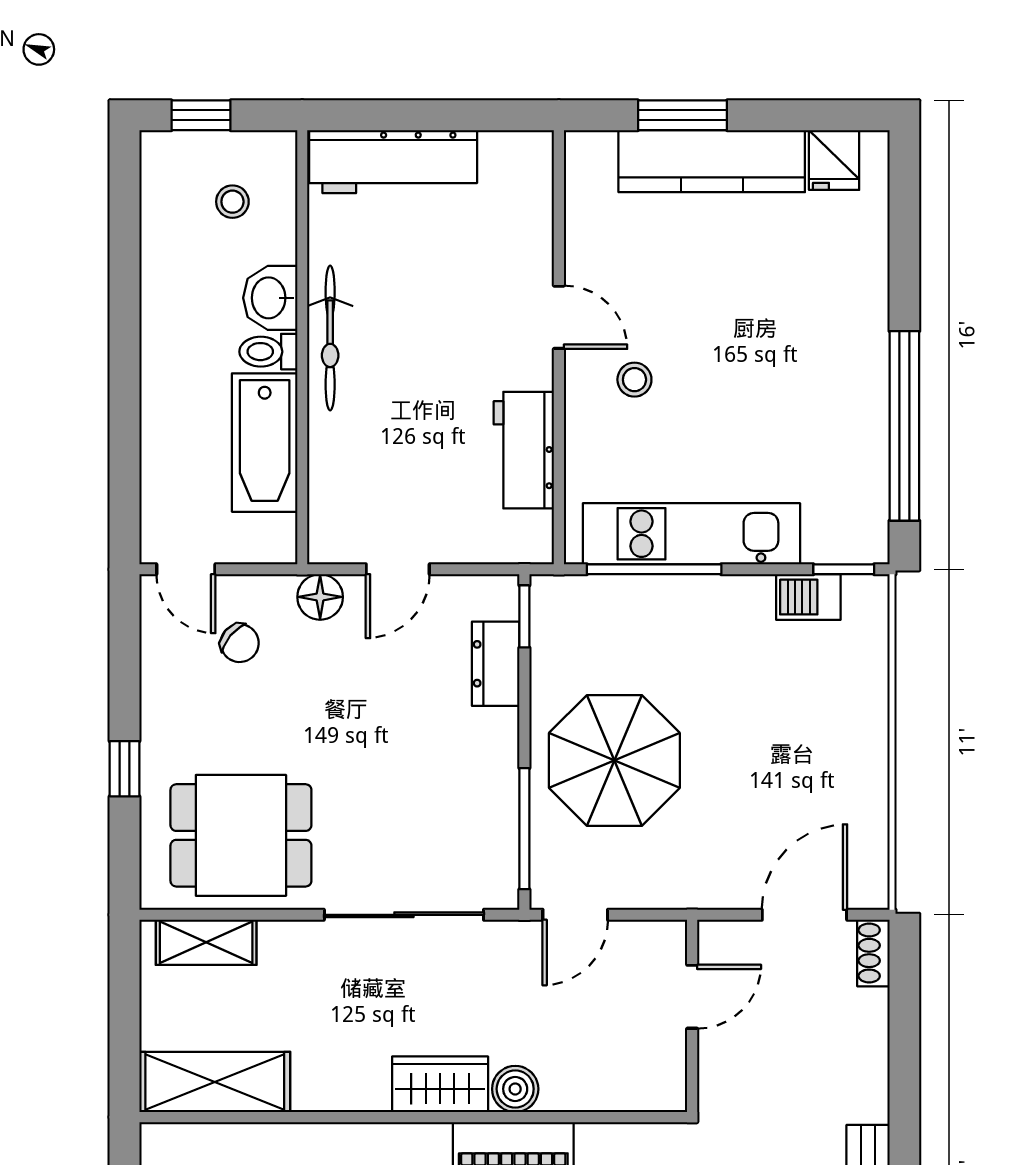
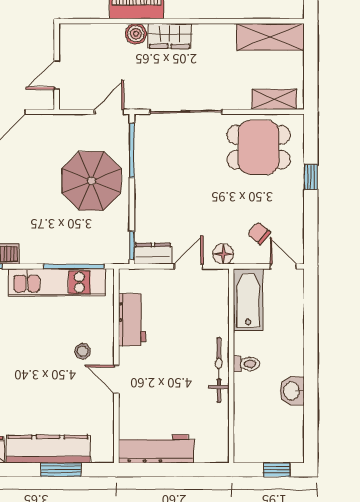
workbench: (393, 162) -> (156, 449), moved
stool: (232, 202) -> (262, 431), removed
washbasin: (270, 298) -> (292, 391), moved, turned 180
bathtub: (265, 443) -> (248, 300), moved
dresser: (496, 664) -> (153, 254), moved, turned -90

